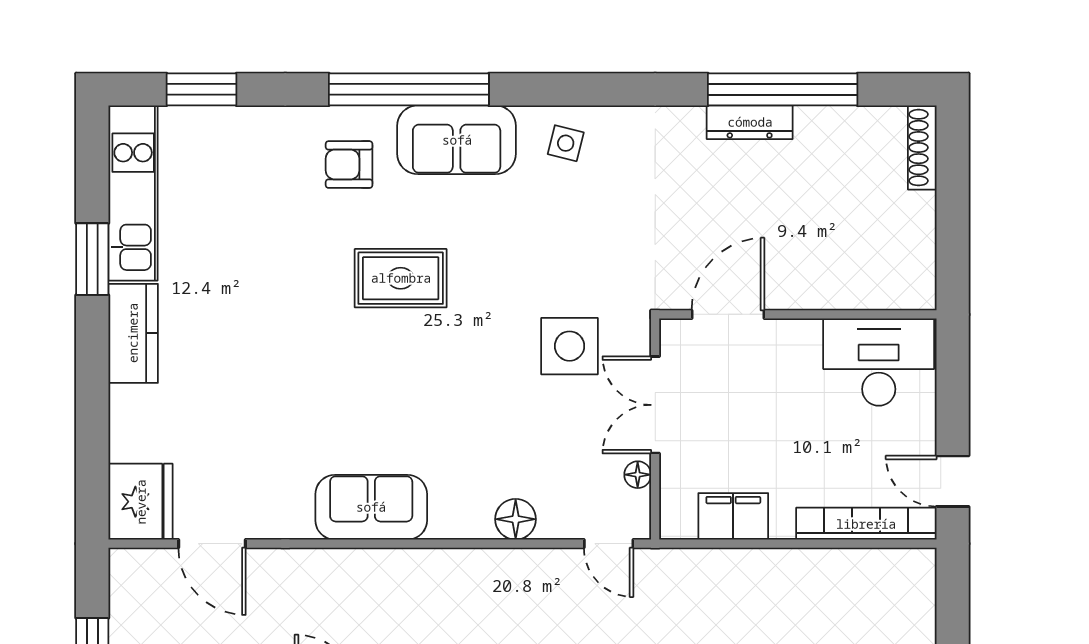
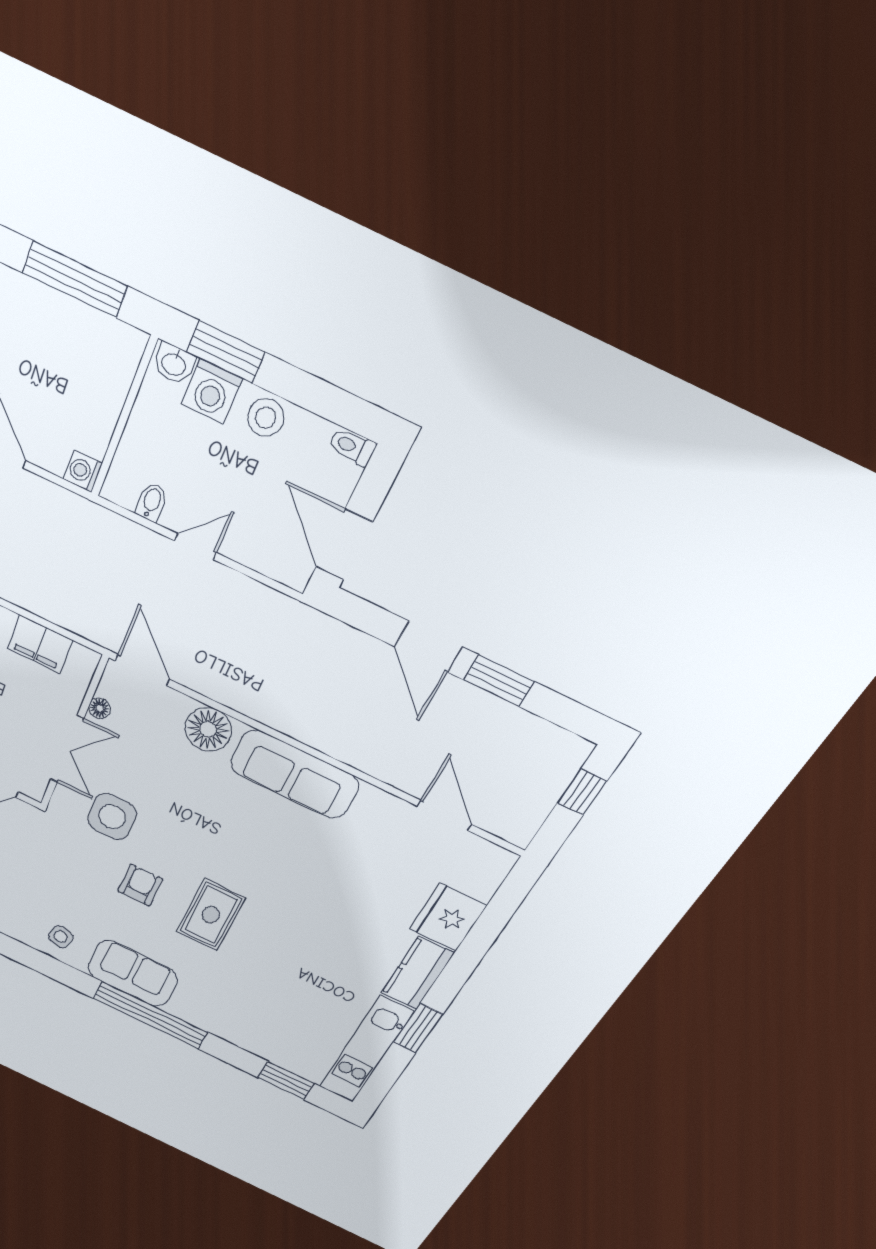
armchair: (349, 165) -> (140, 885), moved, turned -90
rug: (401, 278) -> (211, 915), turned 90
fridge: (141, 502) -> (448, 917), moved
sofa: (371, 507) -> (294, 775), width x1.36
floor lamp: (516, 519) -> (208, 729), width x1.38, depth x1.38
door: (609, 544) -> (142, 670), width x1.37

